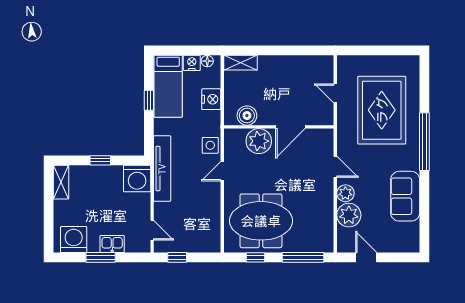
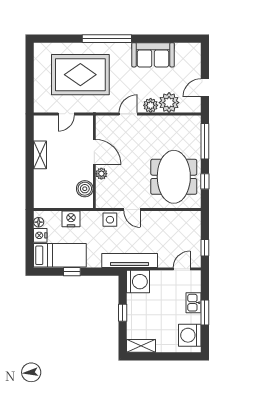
shelving: (240, 63) -> (40, 155), moved
plant: (259, 141) -> (101, 174), width x0.53, depth x0.53

